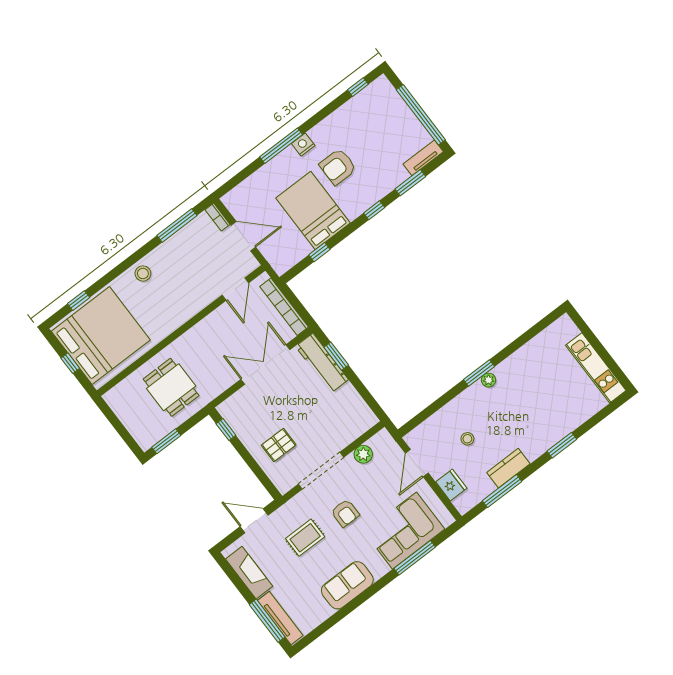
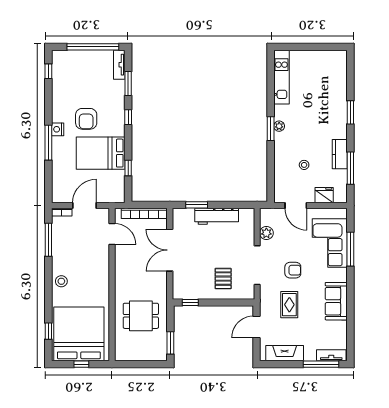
workbench: (322, 363) -> (217, 216), moved
kitchen unit: (596, 368) -> (281, 77), moved, turned -90
tv unit: (280, 618) -> (331, 355), width x0.71

